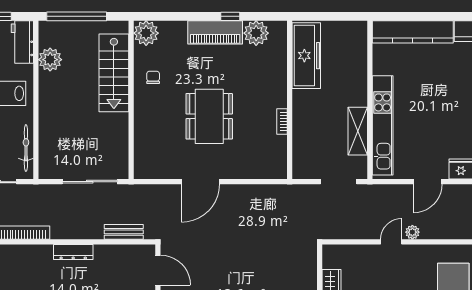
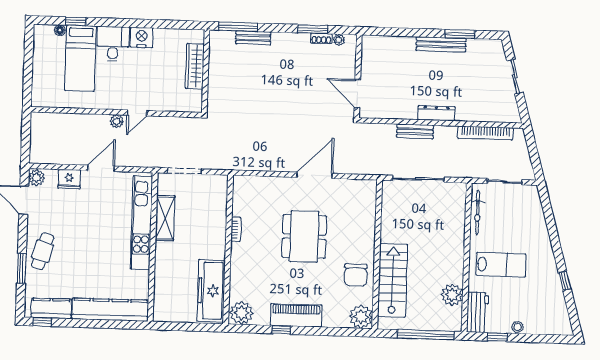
plant: (256, 33) -> (242, 313), moved
chair: (153, 77) -> (356, 275), width x1.87, depth x1.87
bench: (124, 232) -> (415, 131), moved

